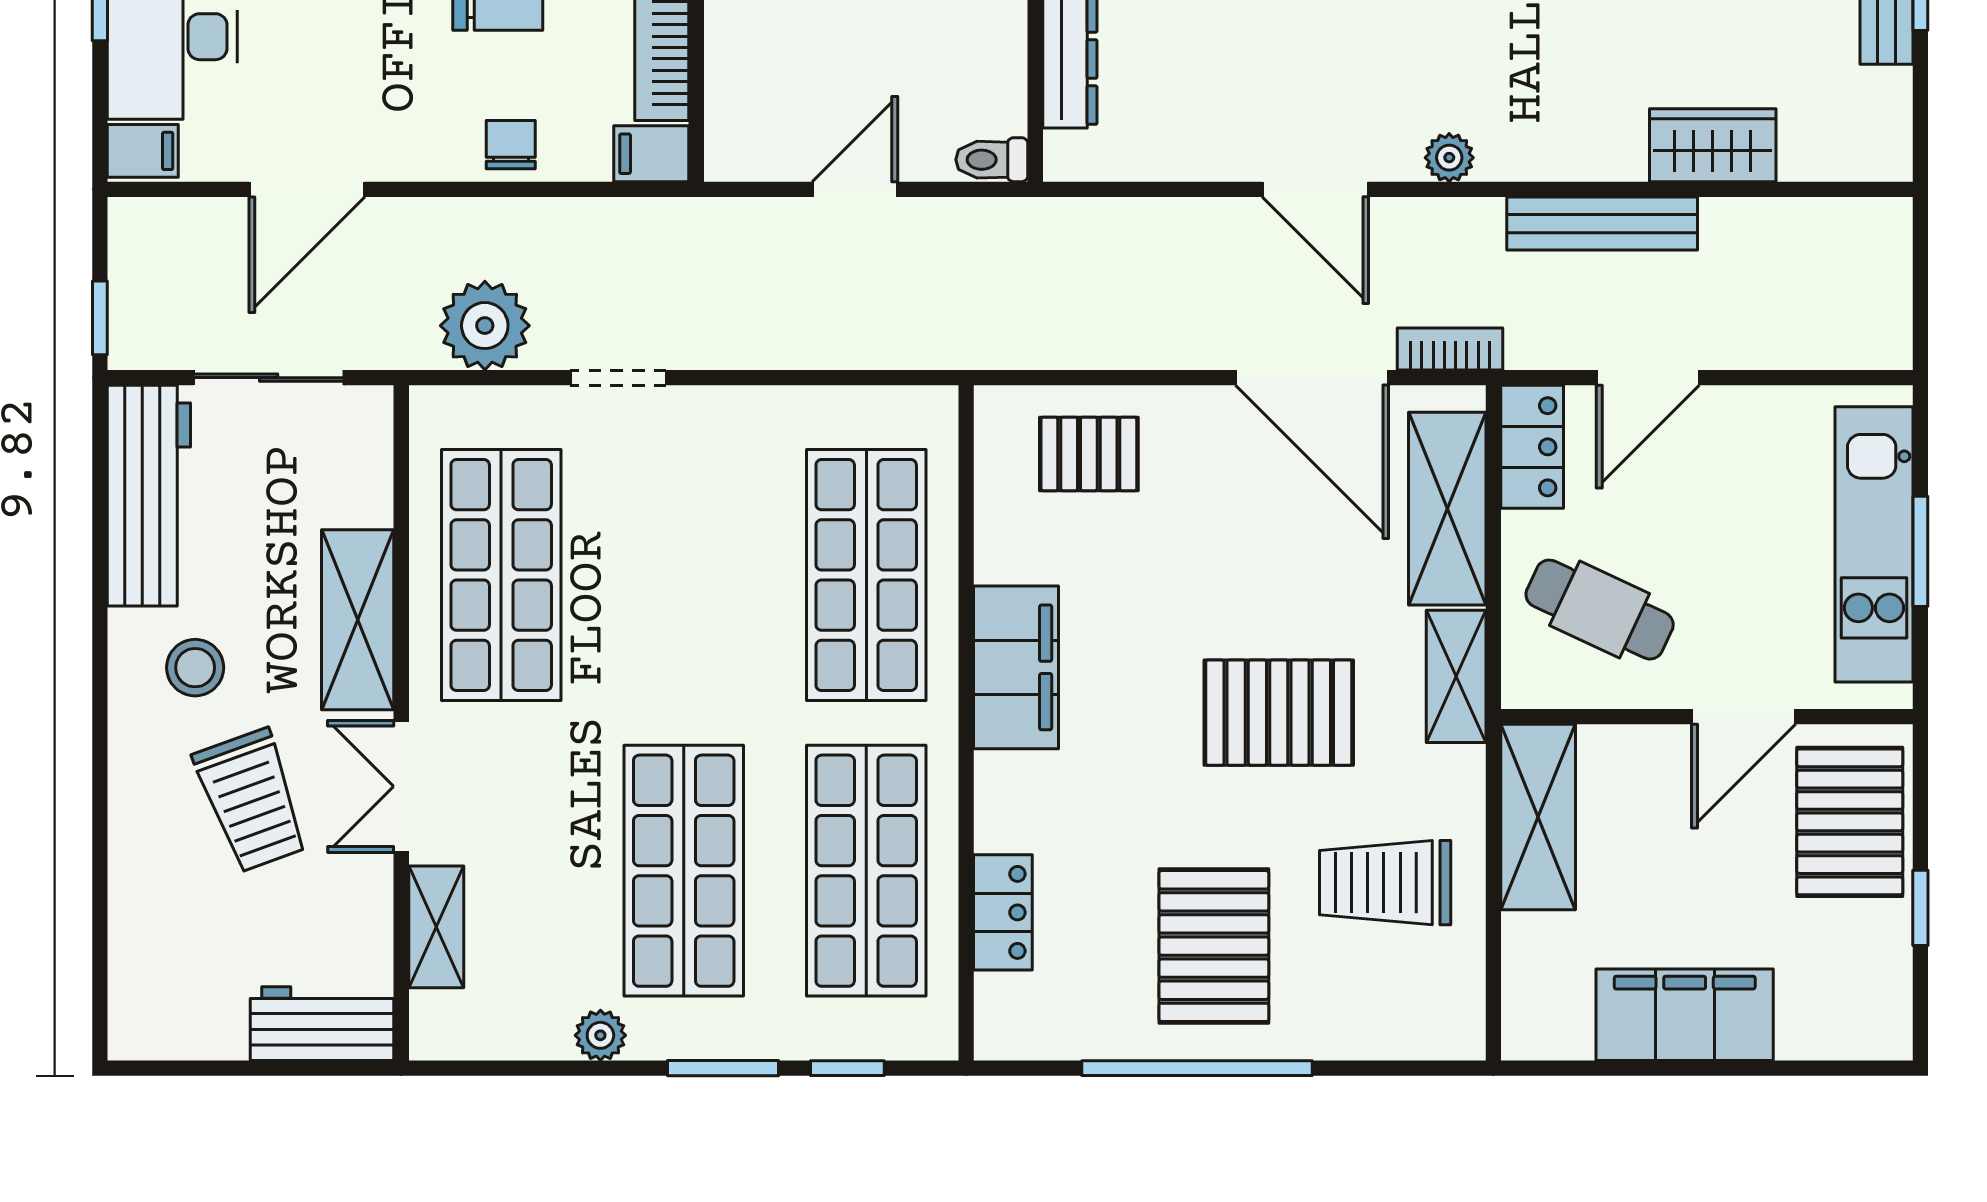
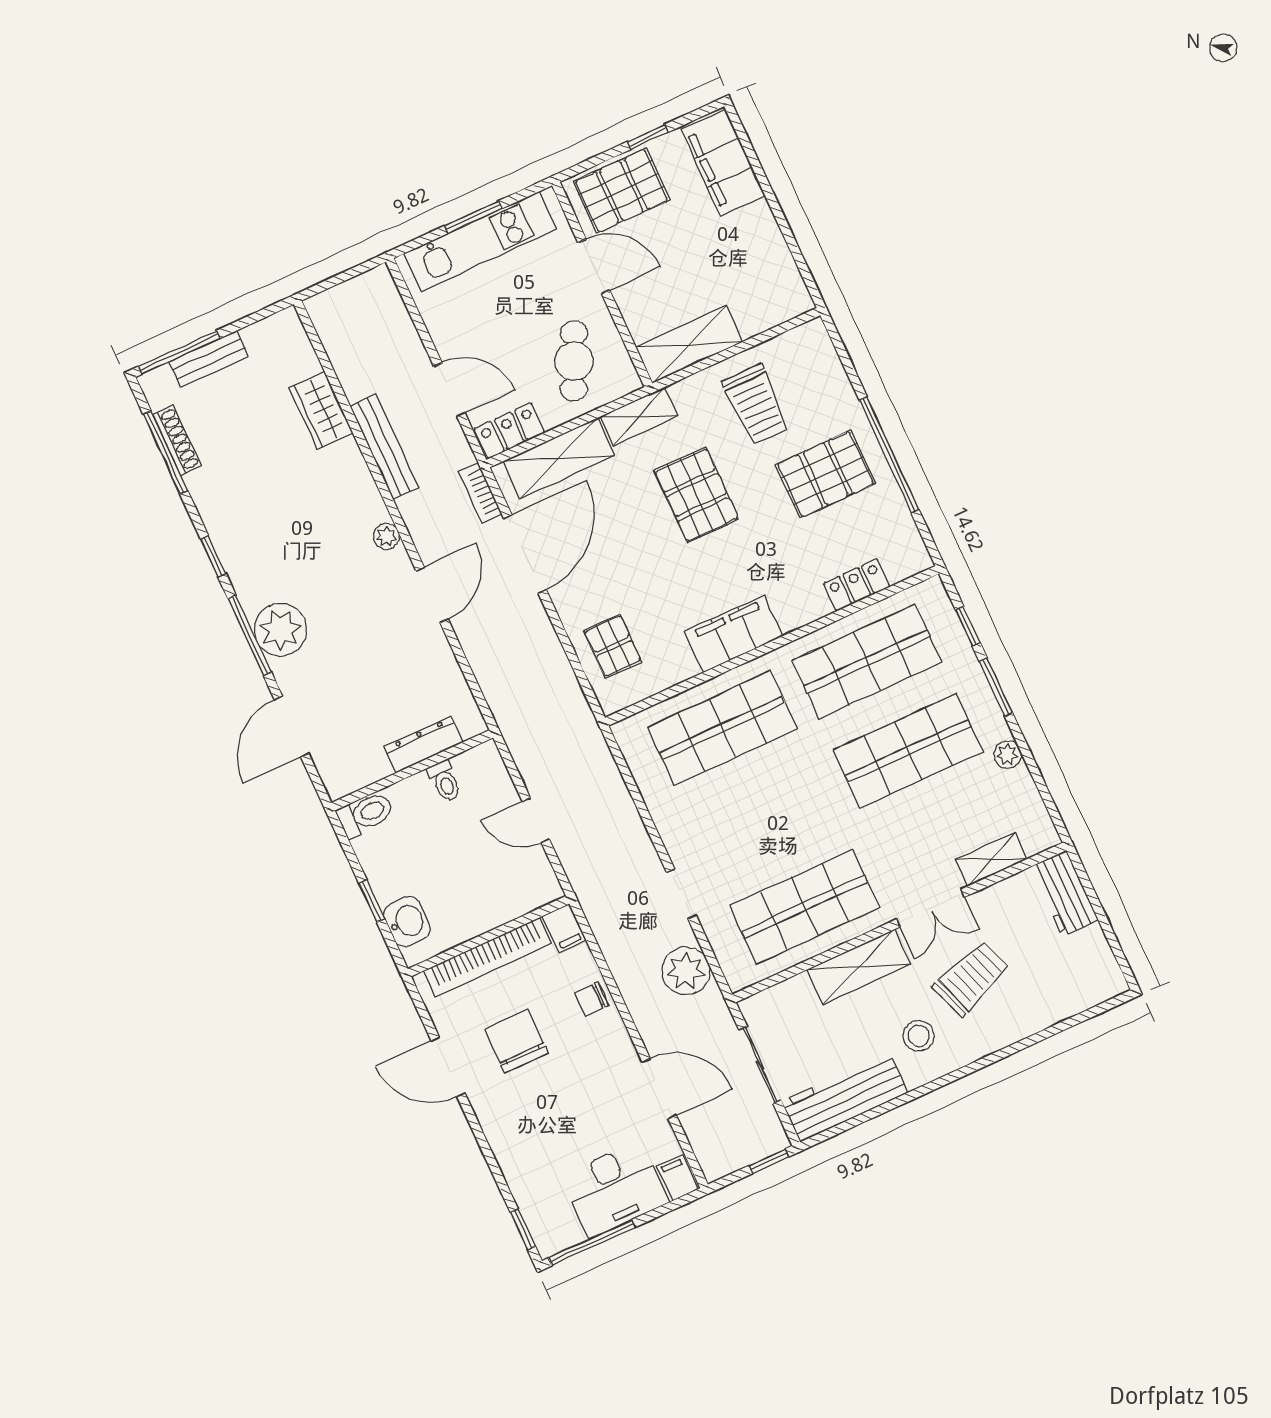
toilet: (992, 160) -> (445, 781), moved
filing cabinet: (1685, 1015) -> (723, 163), moved

